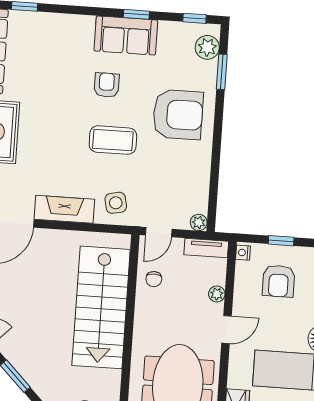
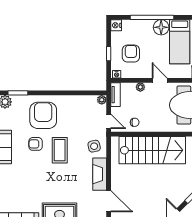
armchair: (107, 85) -> (36, 144), moved
armchair: (279, 281) -> (131, 54), turned -90

